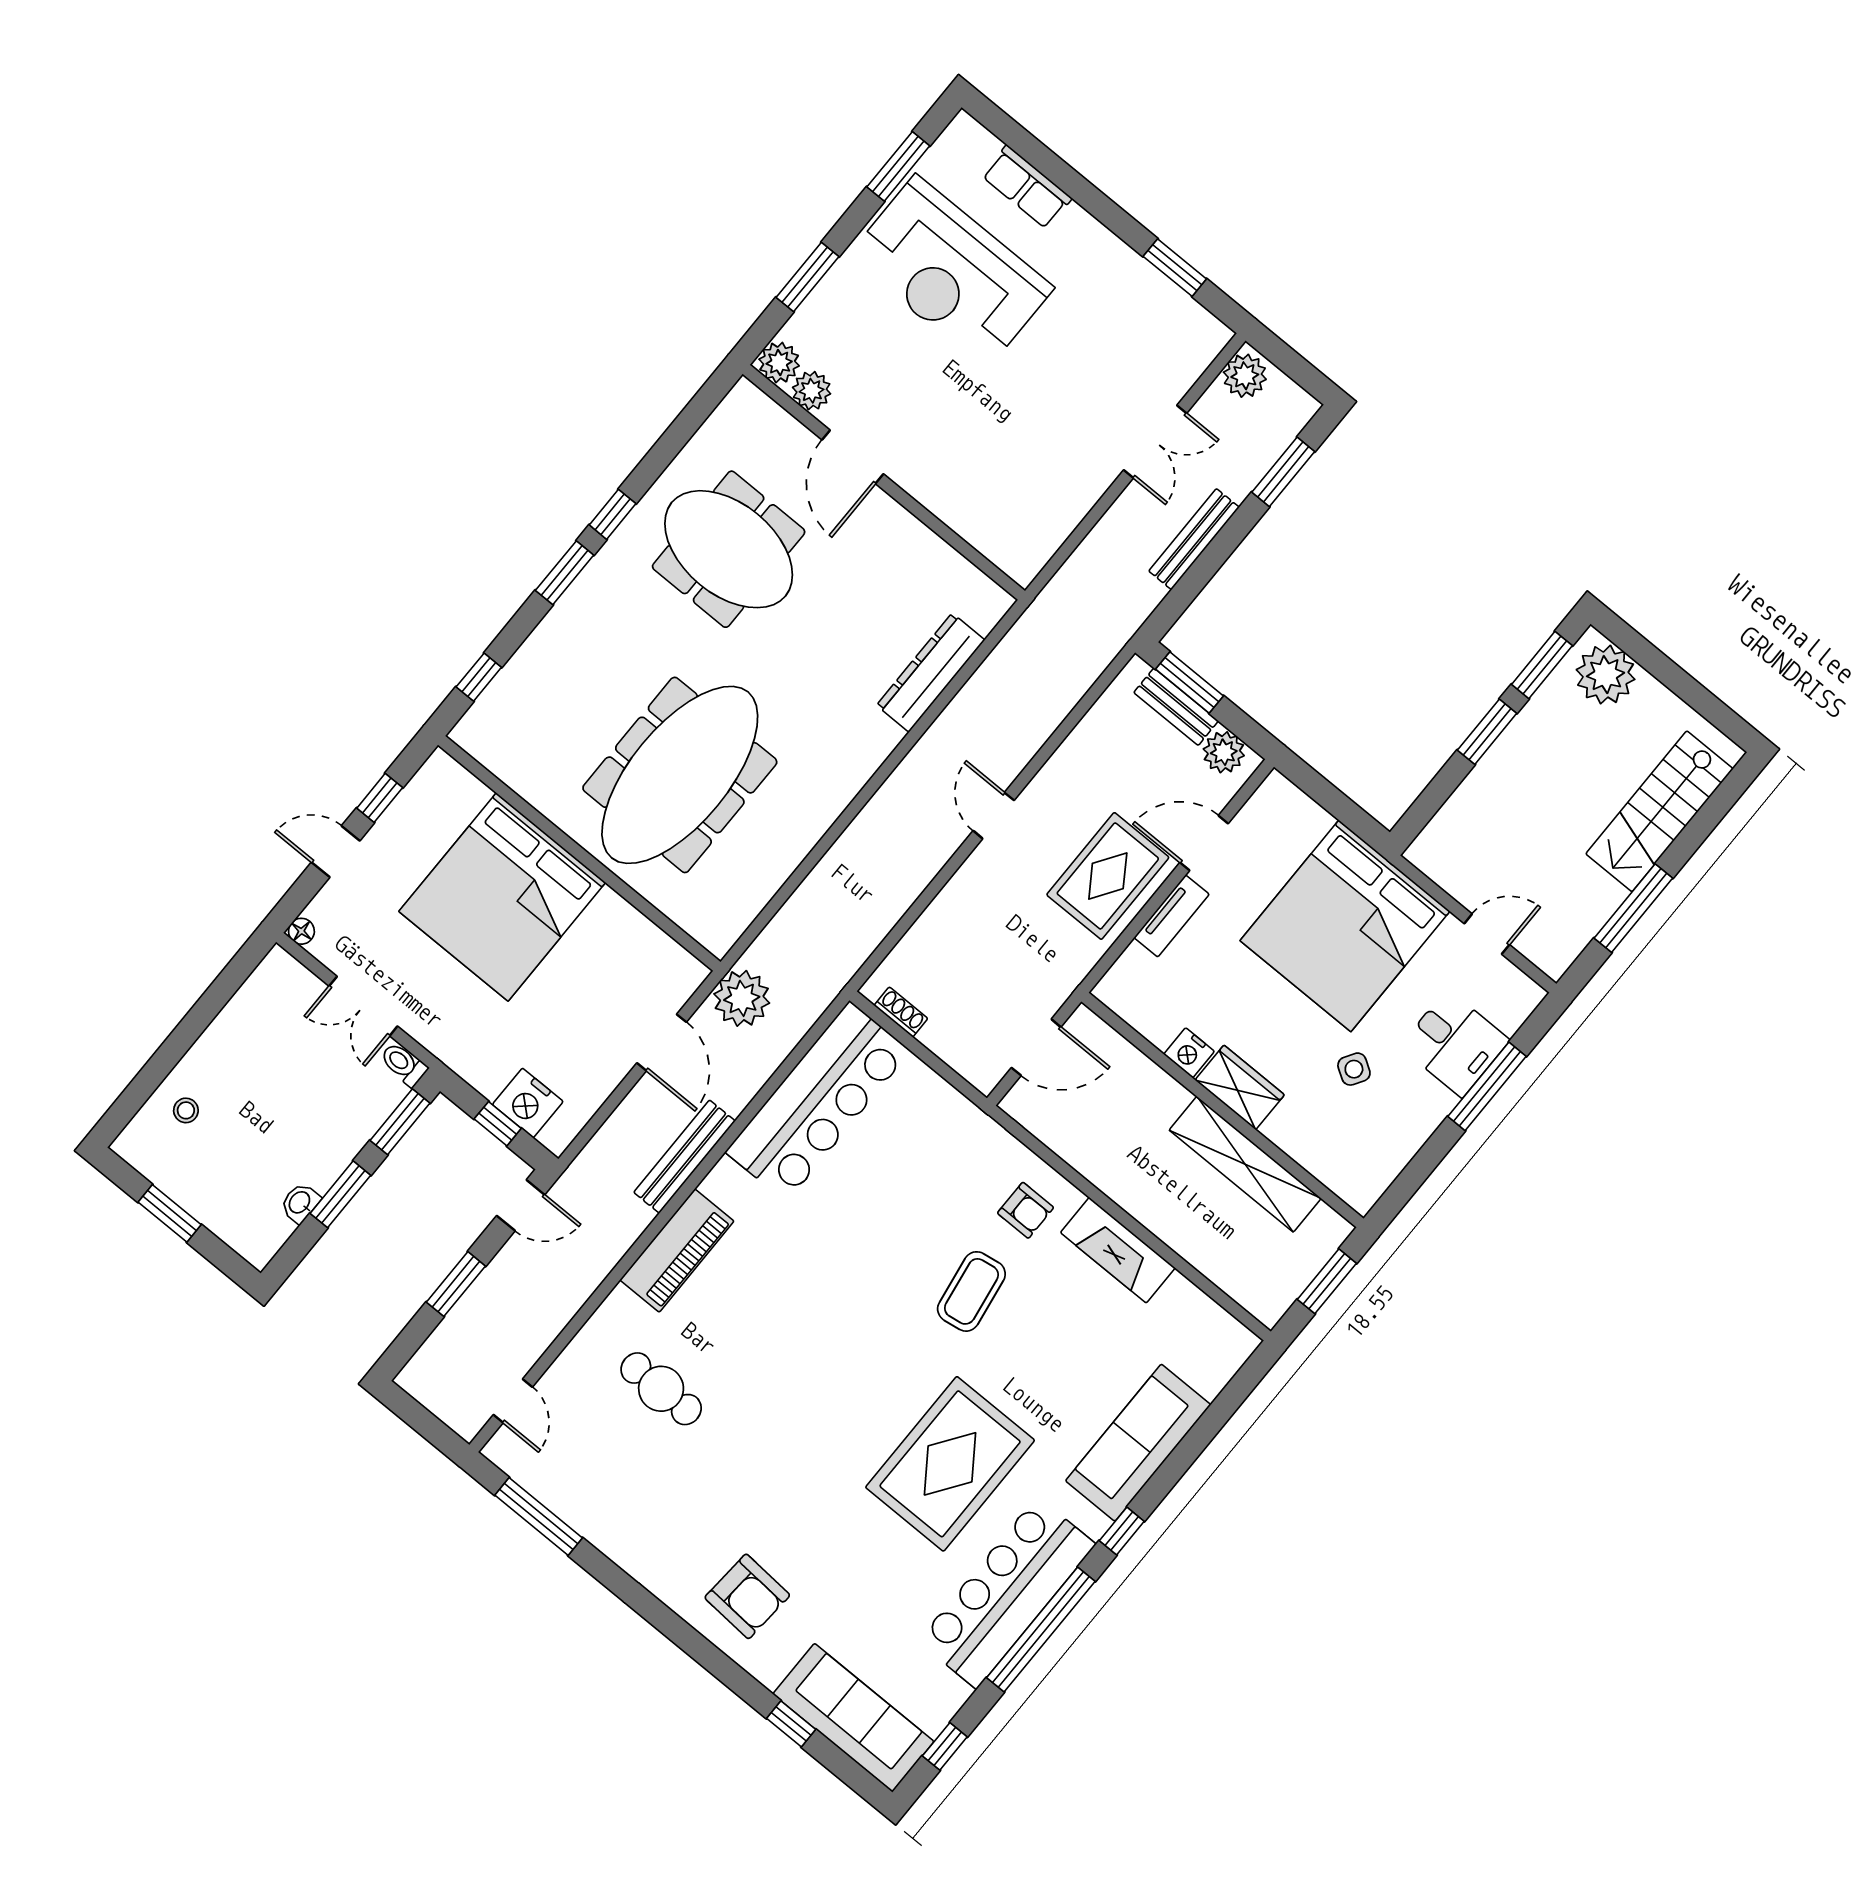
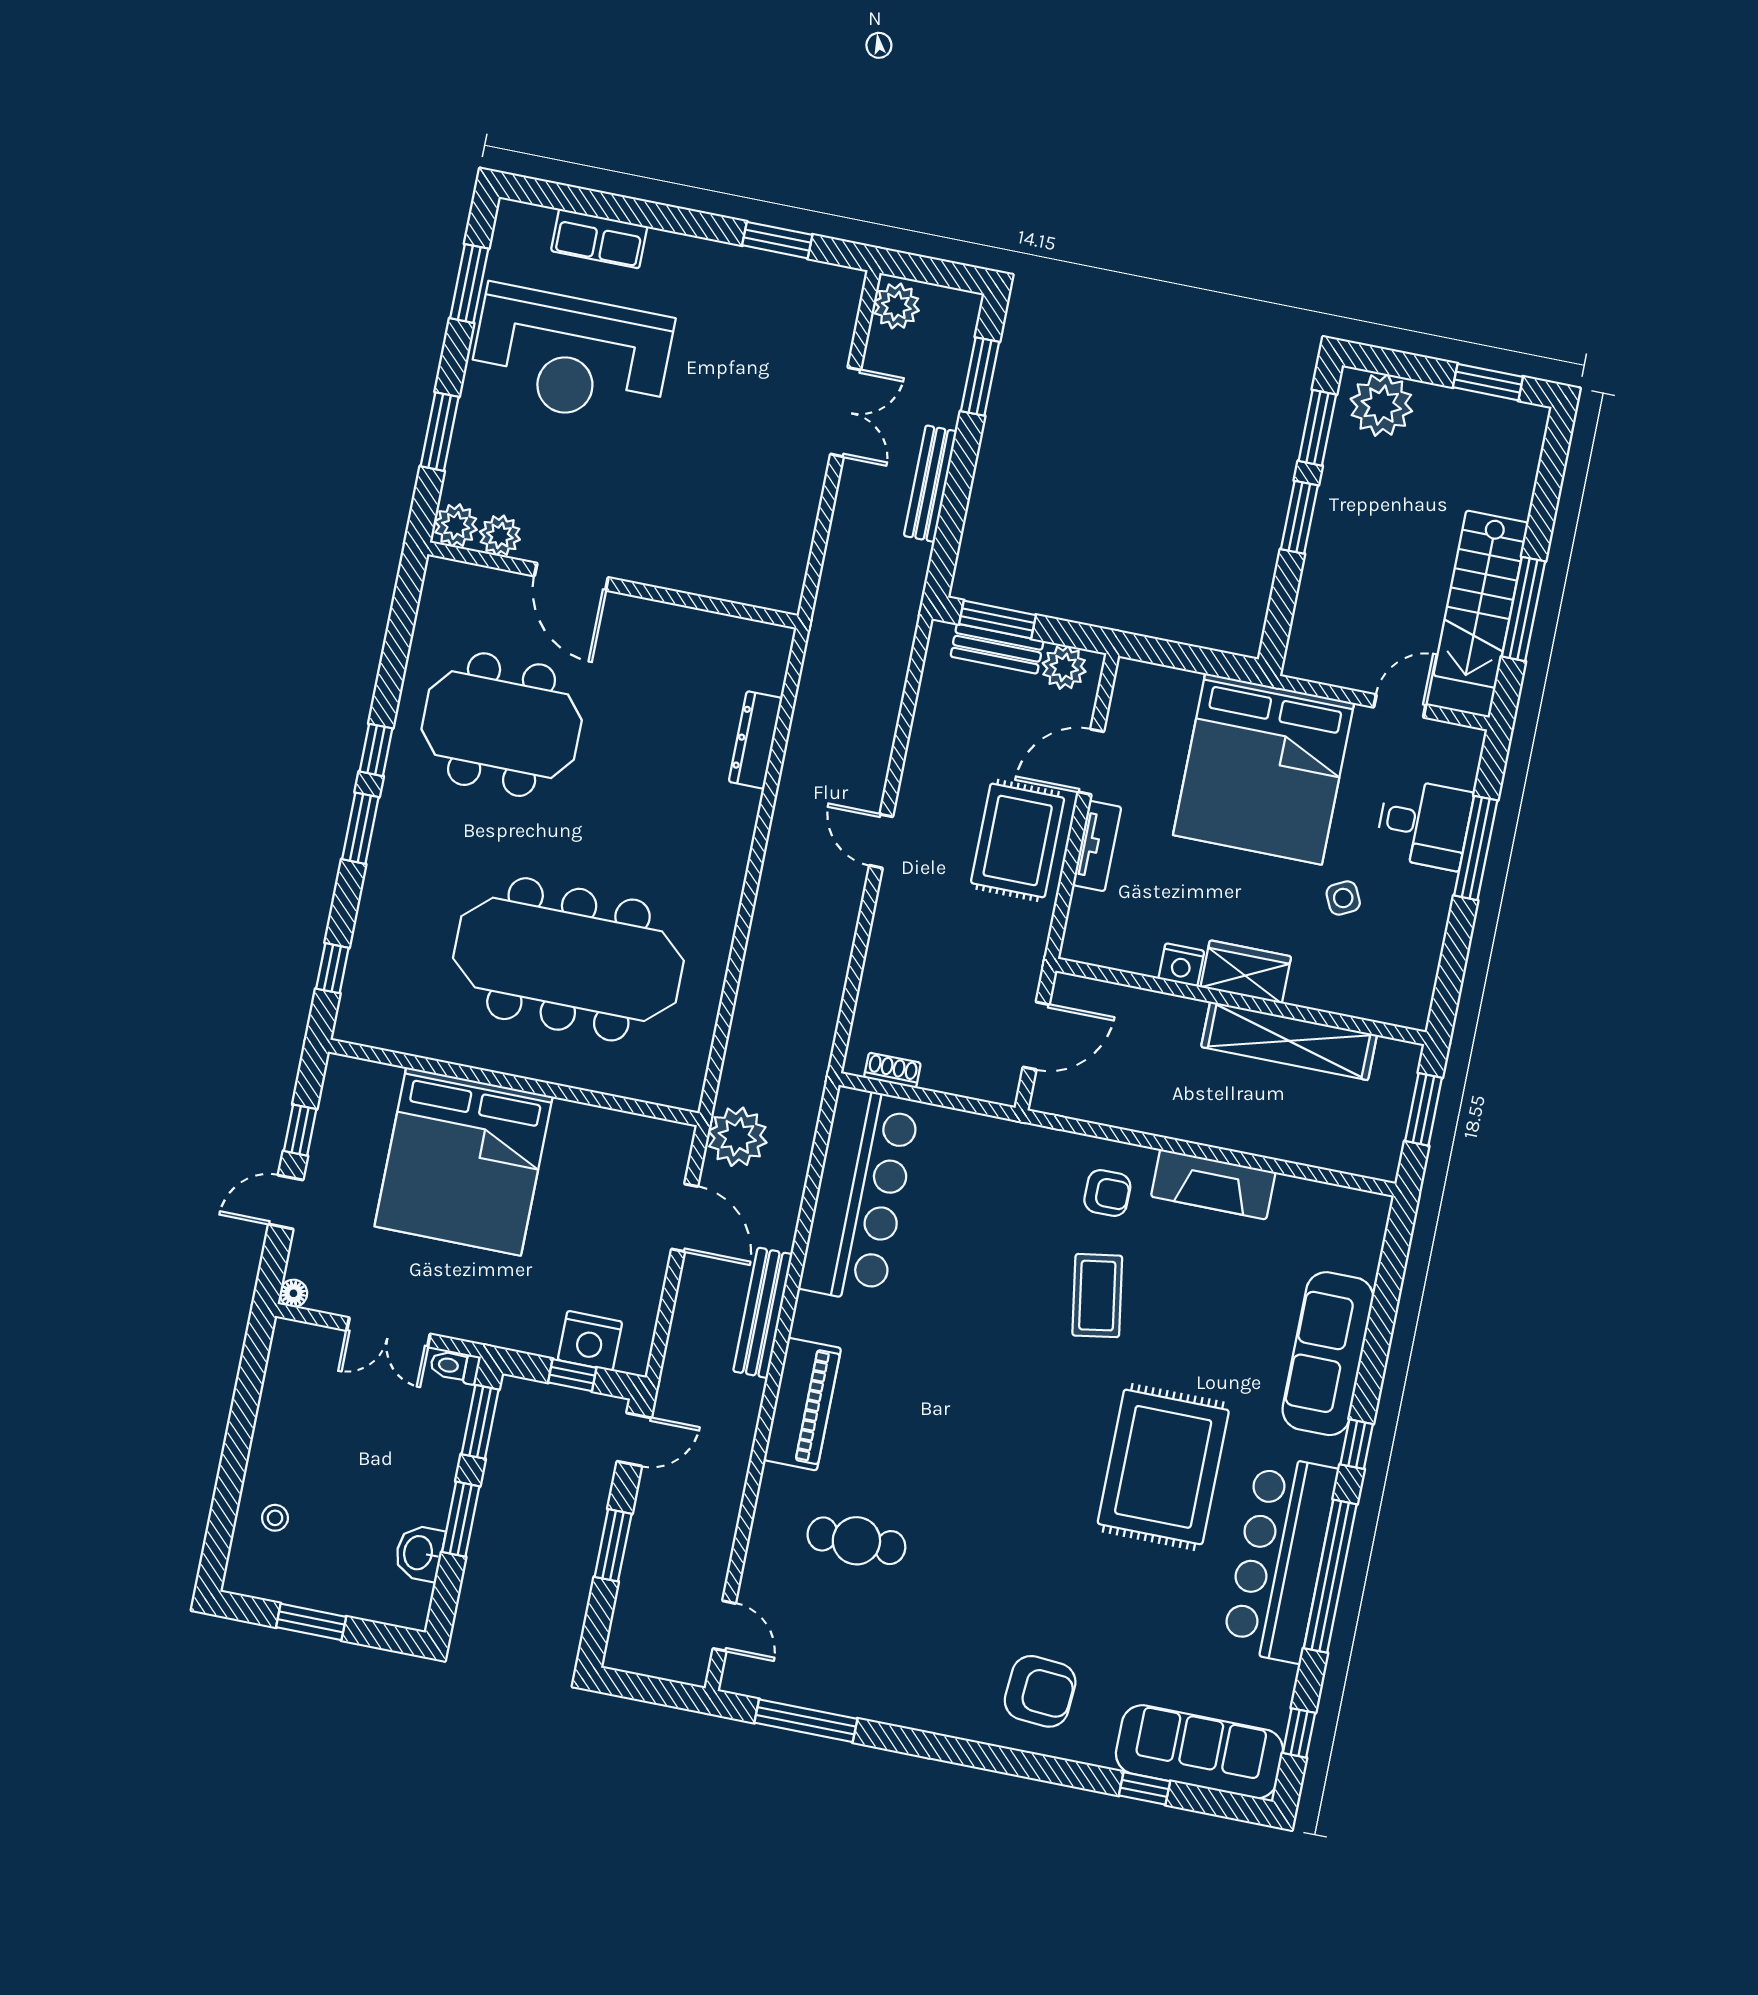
dresser: (931, 673) -> (756, 740), width x0.73, depth x0.80
window: (1705, 703) -> (1488, 382), added
meeting table: (680, 775) -> (568, 959), turned 90
stairs: (1659, 811) -> (1481, 599), moved
side table: (1354, 1069) -> (1343, 898), turned 32
washbasin: (300, 1203) -> (419, 1553), width x1.38, depth x1.45

